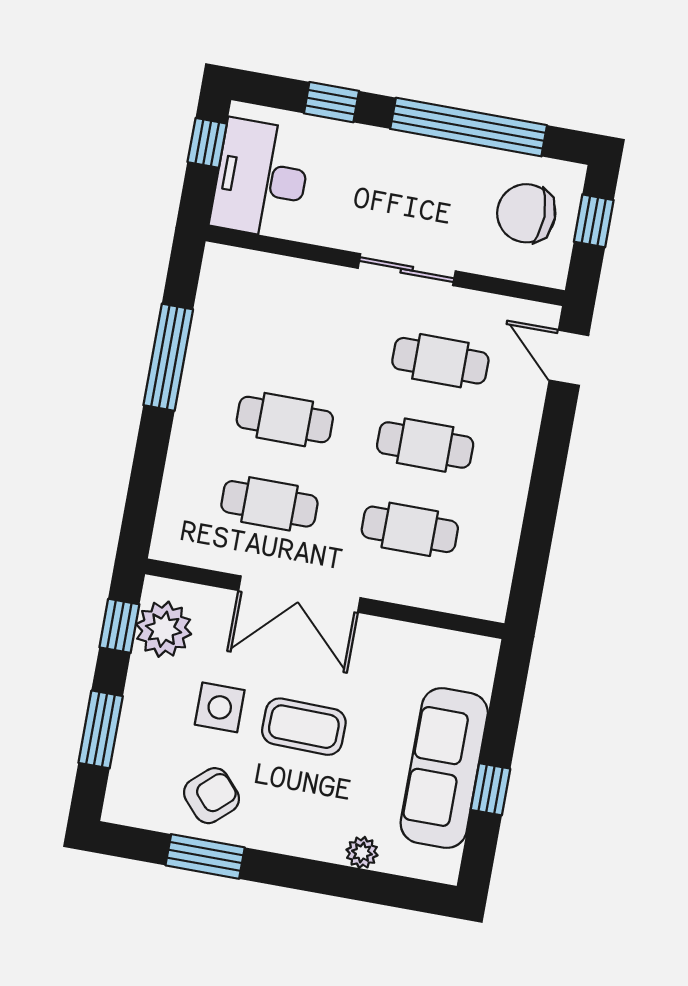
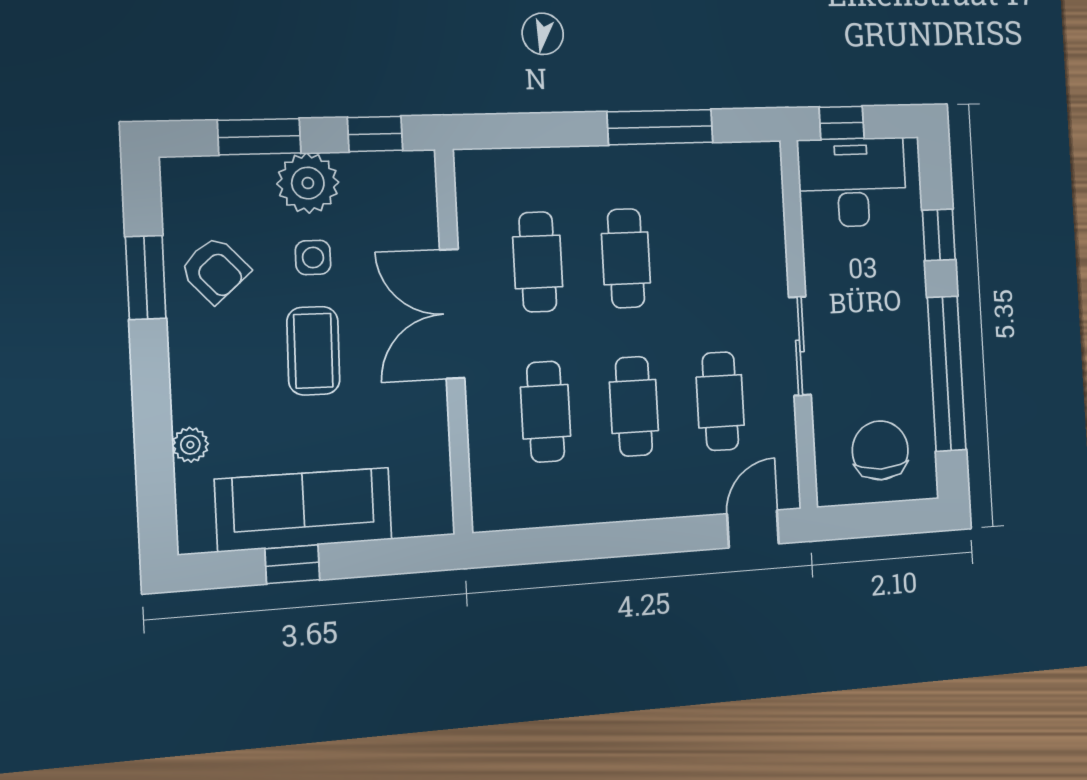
window: (207, 143) -> (842, 123), moved
window: (594, 221) -> (888, 518), removed
plant: (164, 629) -> (308, 183), moved
side table: (220, 707) -> (313, 258), width x0.73, depth x0.73

